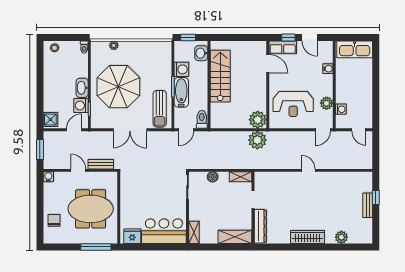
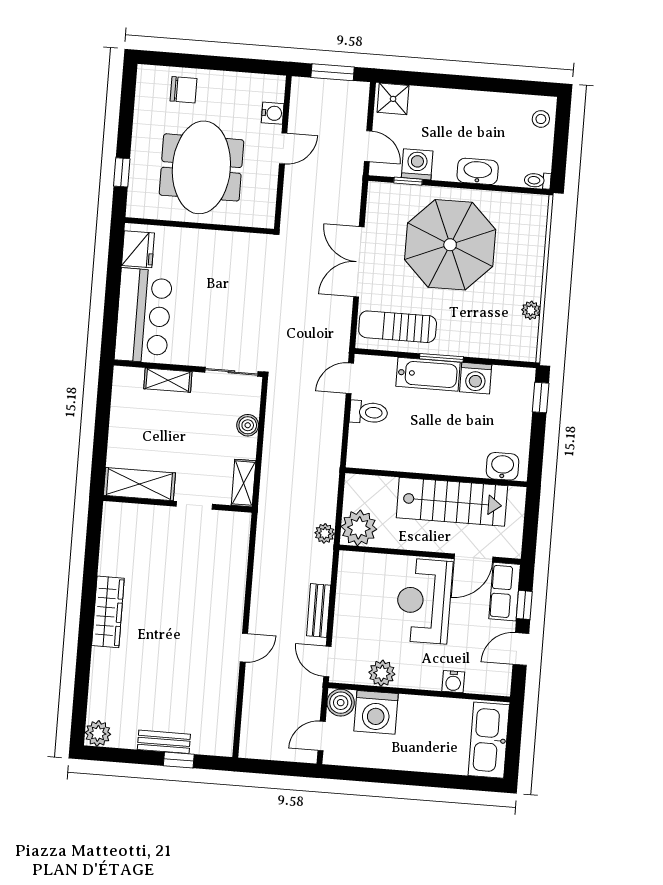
plant: (114, 45) -> (531, 310), moved
washbasin: (201, 53) -> (502, 466), moved
stairs: (220, 76) -> (452, 502), moved
wall: (209, 85) -> (436, 477), moved
washbasin: (82, 88) -> (478, 171), moved
reception desk: (293, 104) -> (424, 601), moved
washing machine: (341, 109) -> (376, 712), width x1.89, depth x1.89
boiler: (342, 122) -> (341, 703), added
door: (186, 130) -> (350, 378), hinge flipped
plant: (257, 140) -> (325, 533), width x0.53, depth x0.53
bench: (101, 164) -> (319, 610), moved
door: (308, 170) -> (244, 648), moved
water cooler: (48, 177) -> (273, 113), moved
dresser: (260, 226) -> (138, 516), removed
shelving: (194, 232) -> (168, 380), moved
shelving: (235, 237) -> (139, 484), moved, turned 90
plant: (341, 237) -> (98, 733), moved
window: (96, 247) -> (122, 172), width x0.46

